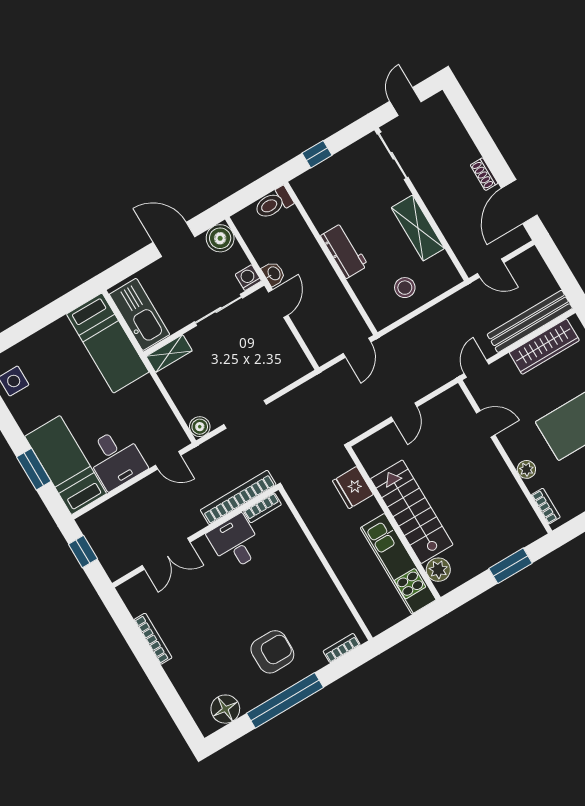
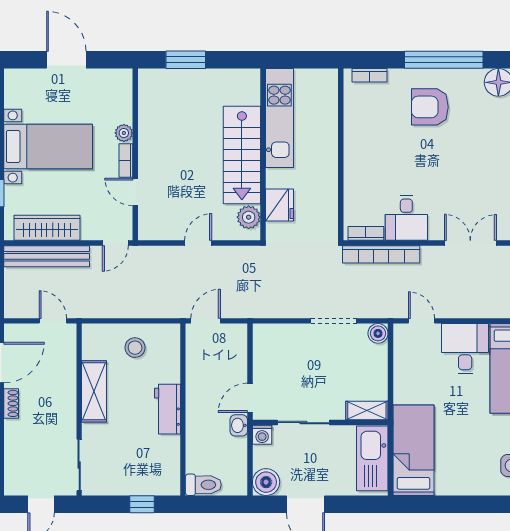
bookcase: (546, 506) -> (126, 161), moved
plant: (438, 570) -> (249, 217), moved

